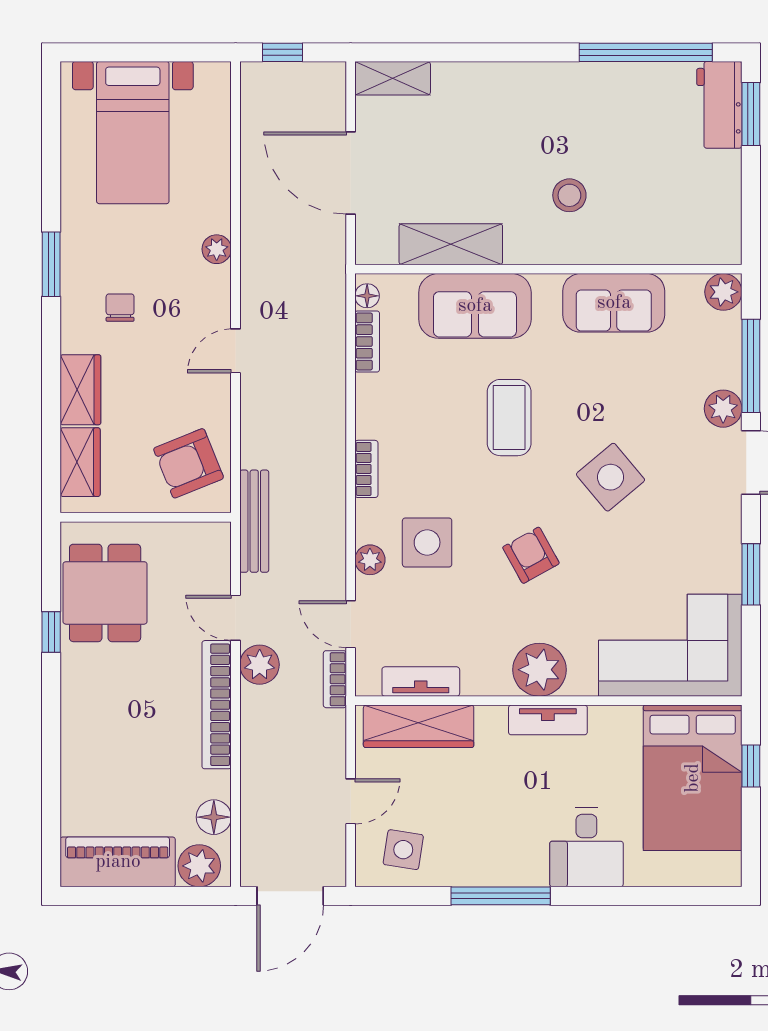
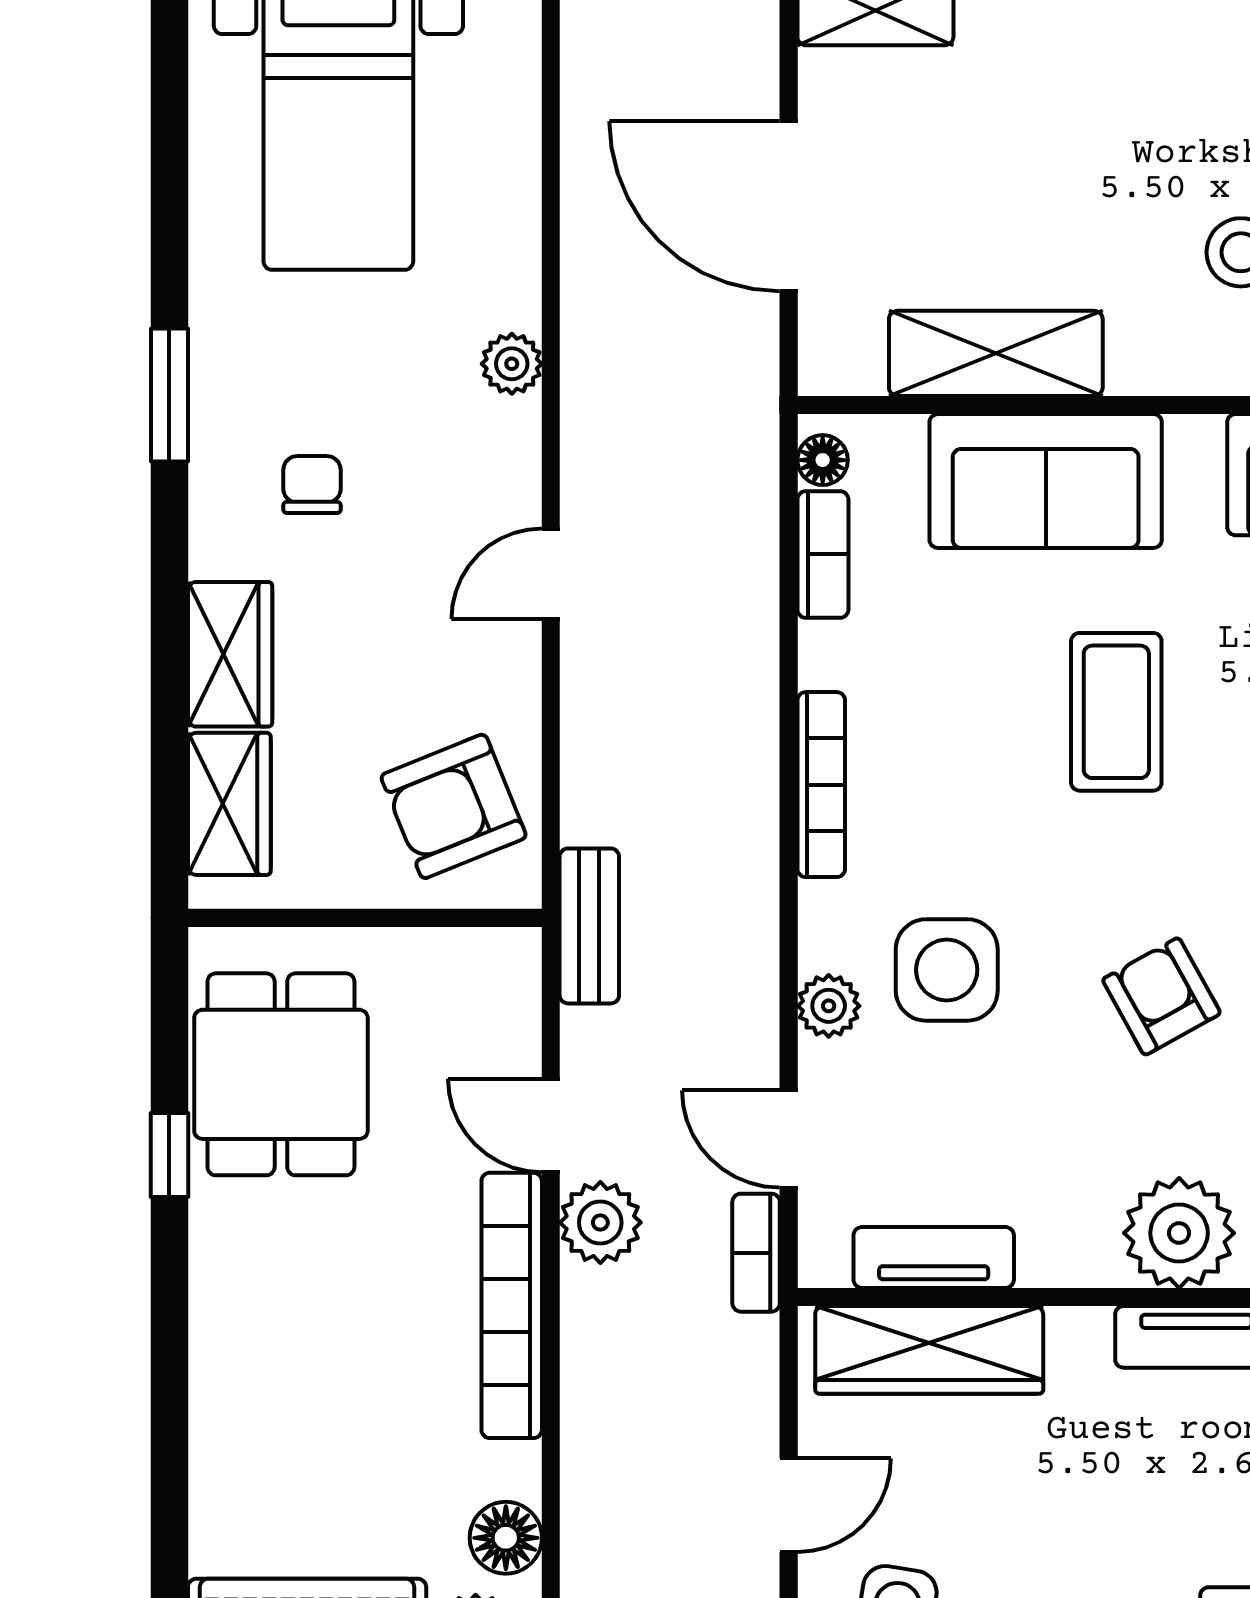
bookcase: (366, 469) -> (821, 785), width x1.56
bench: (254, 521) -> (589, 926), width x0.73

